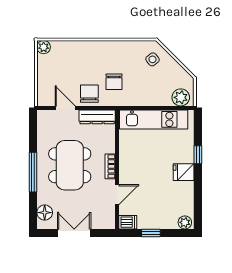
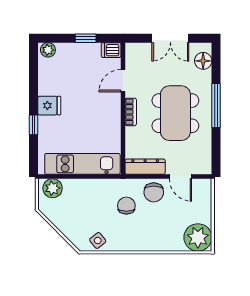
plant: (44, 47) -> (198, 237), width x1.88, depth x1.88
side table: (152, 59) -> (98, 240), moved

